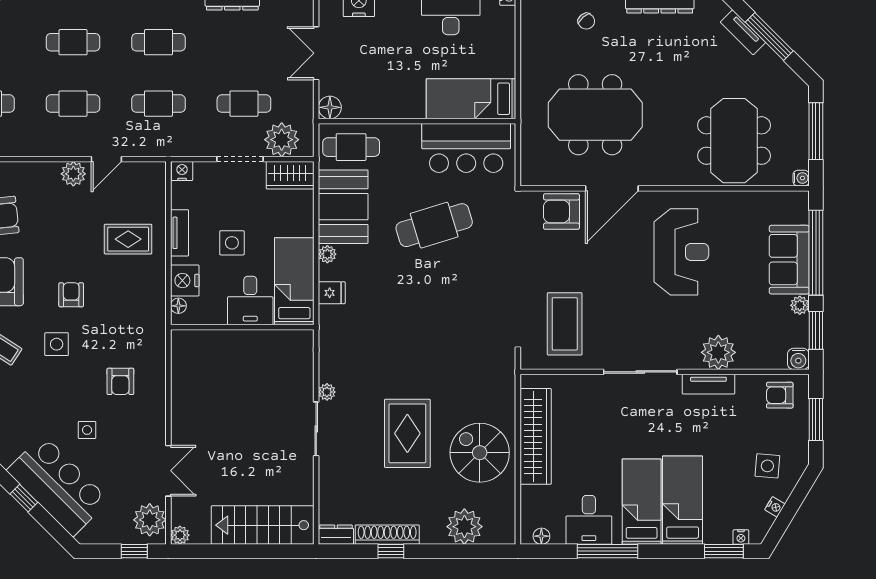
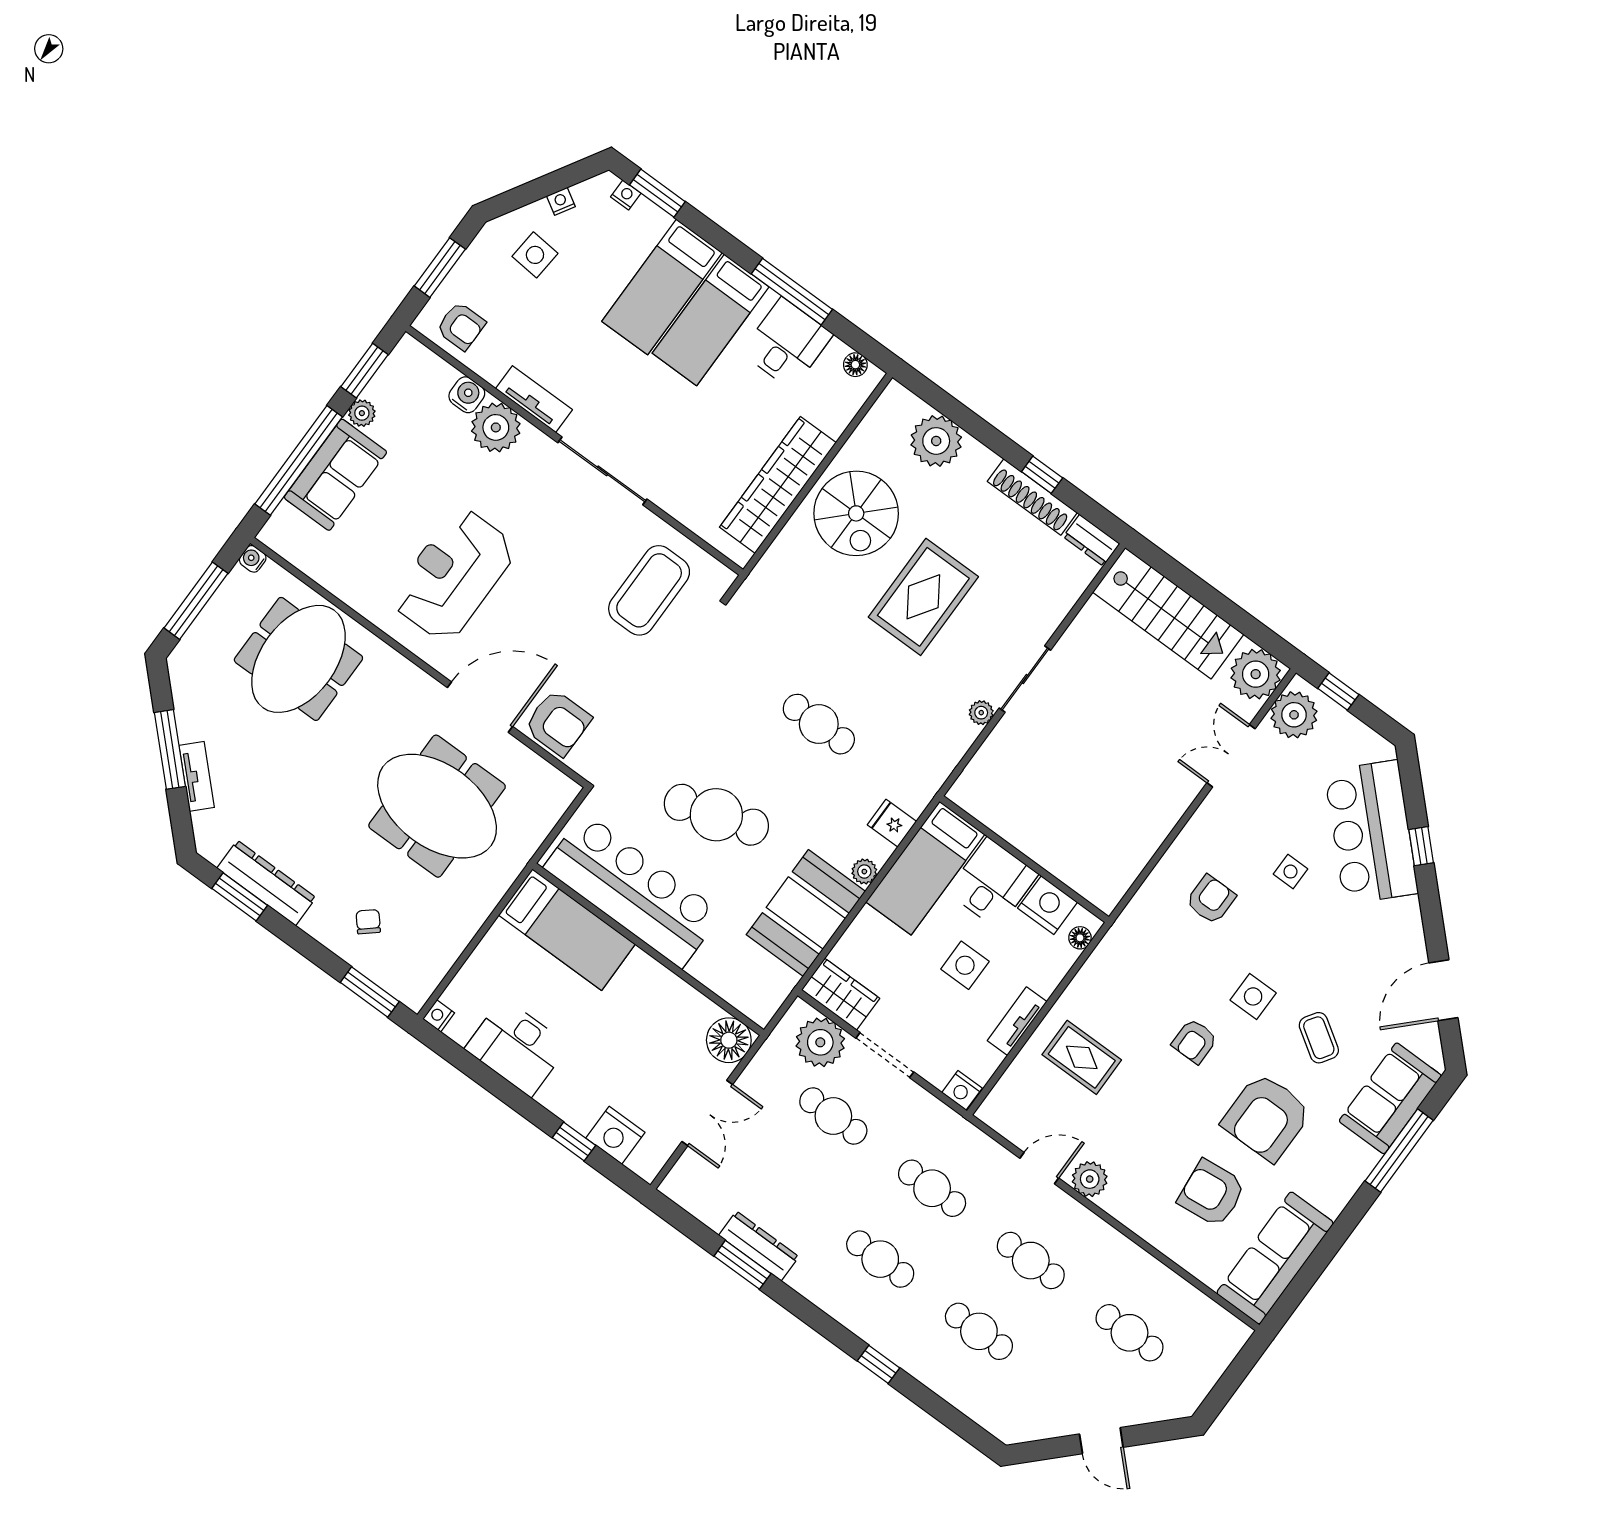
floor lamp: (330, 107) -> (729, 1040), width x1.38, depth x1.38
cafe table: (351, 147) -> (819, 724), moved
bar counter: (466, 148) -> (633, 891), width x1.36
nightstand: (185, 280) -> (1048, 905), moved, turned -90
water cooler: (798, 359) -> (467, 395), moved
plant: (180, 535) -> (1256, 674), width x1.88, depth x1.88

